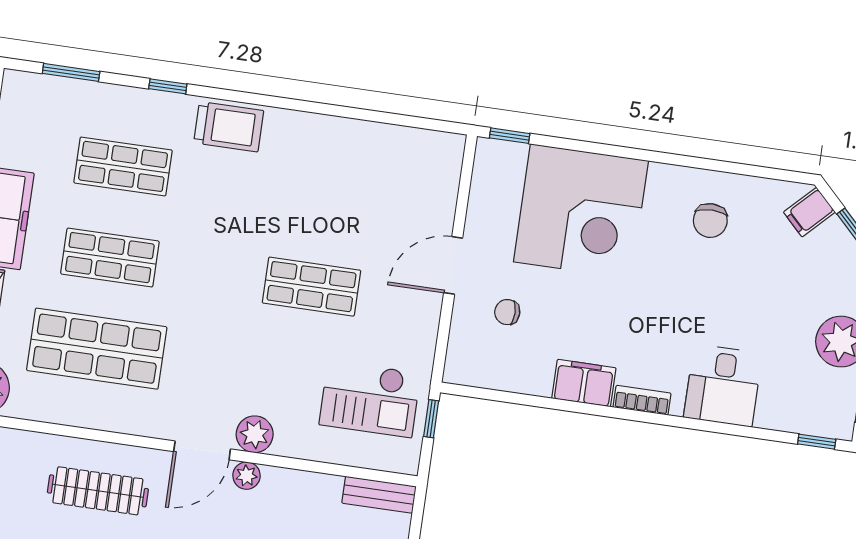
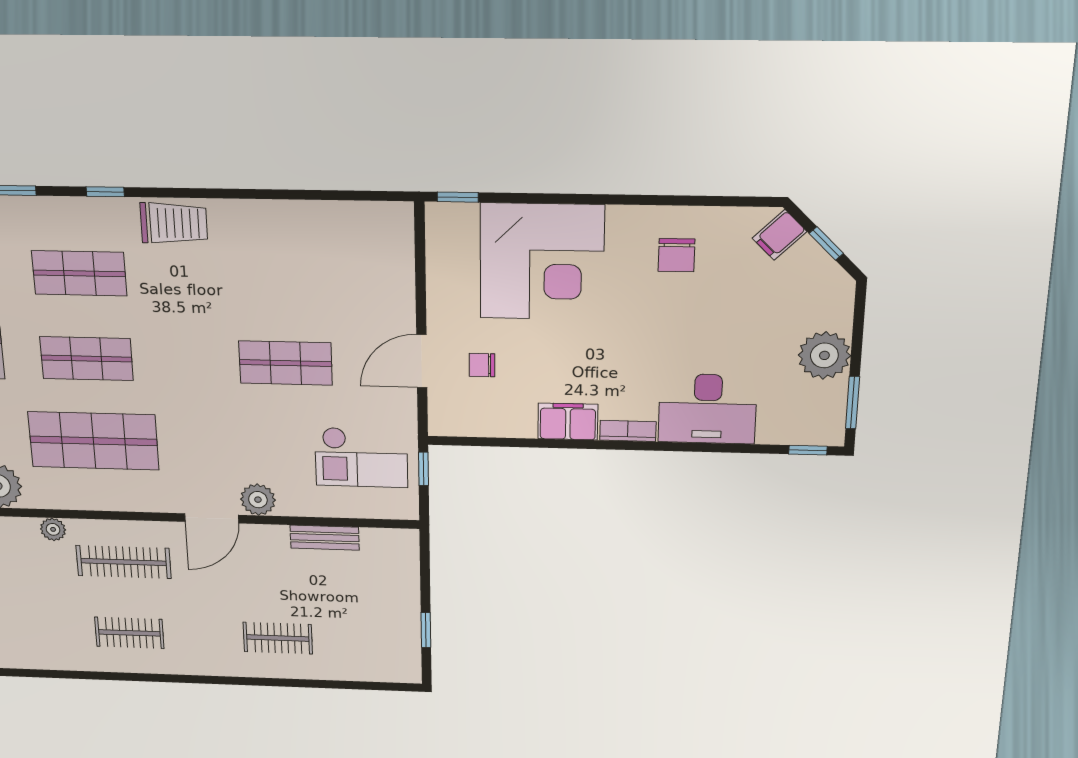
door: (453, 265) -> (422, 361), moved
desk: (723, 385) -> (707, 409), width x1.37
plant: (247, 476) -> (53, 529), moved
bench: (379, 495) -> (325, 538), moved

